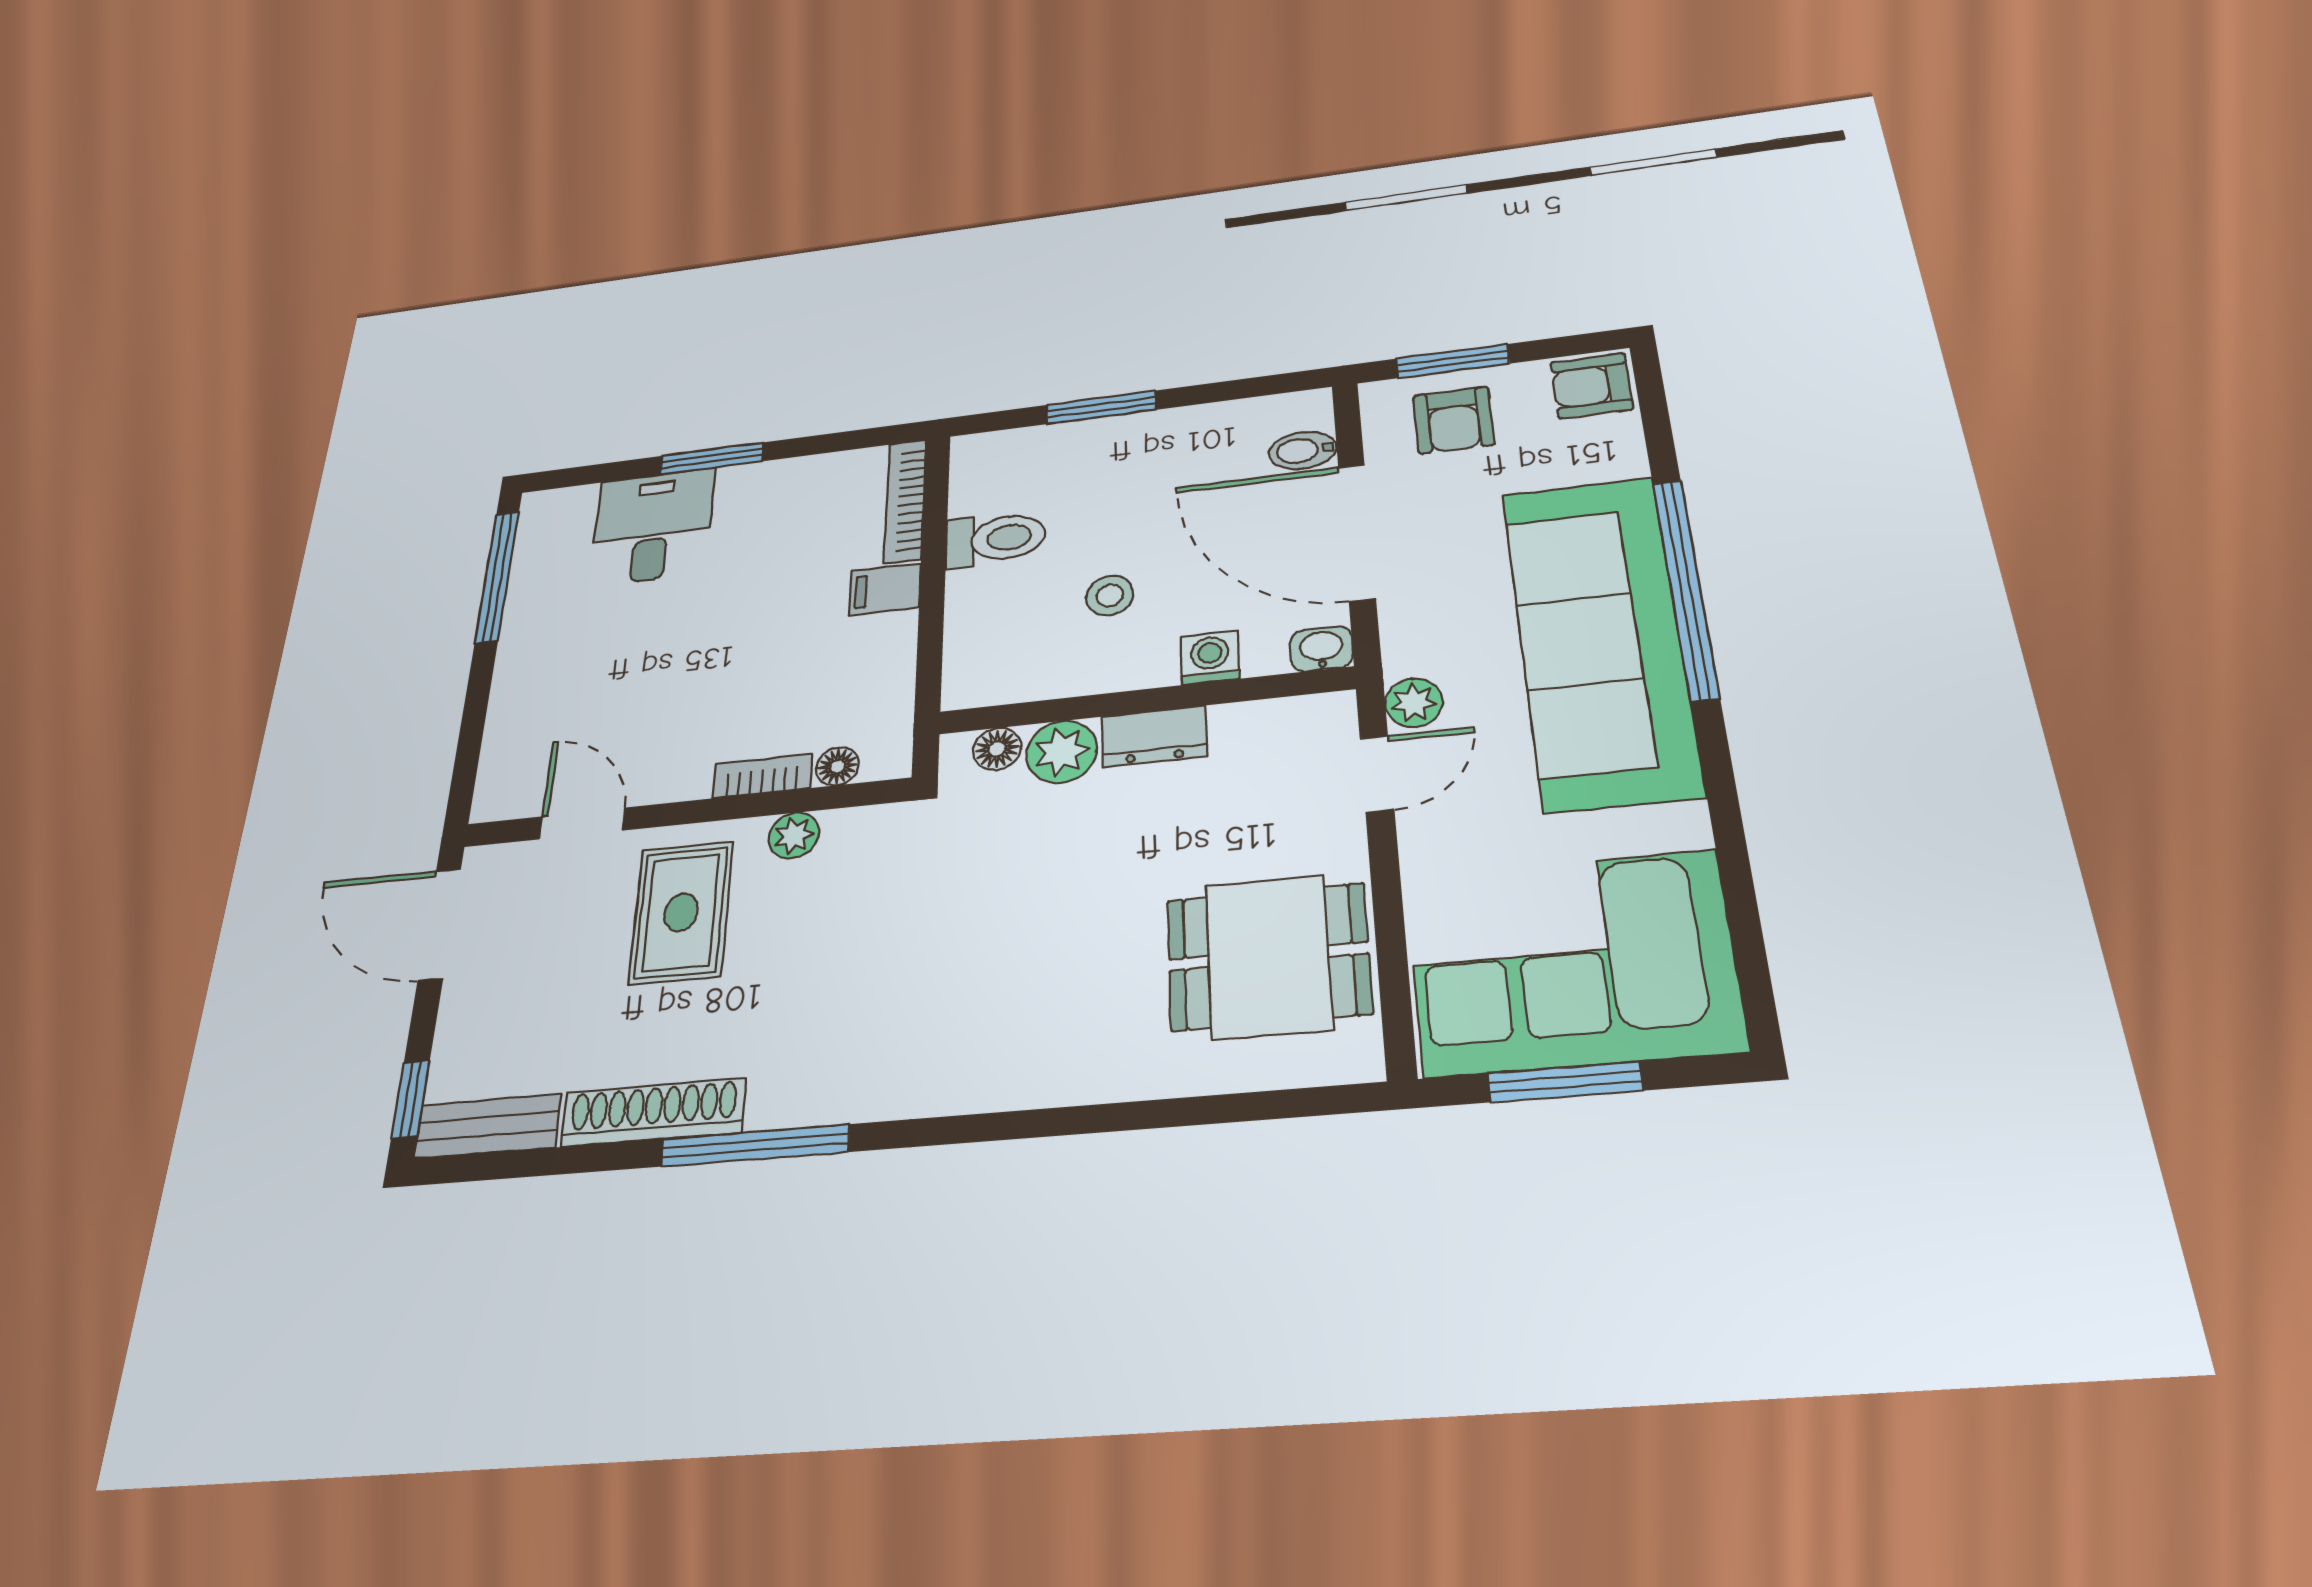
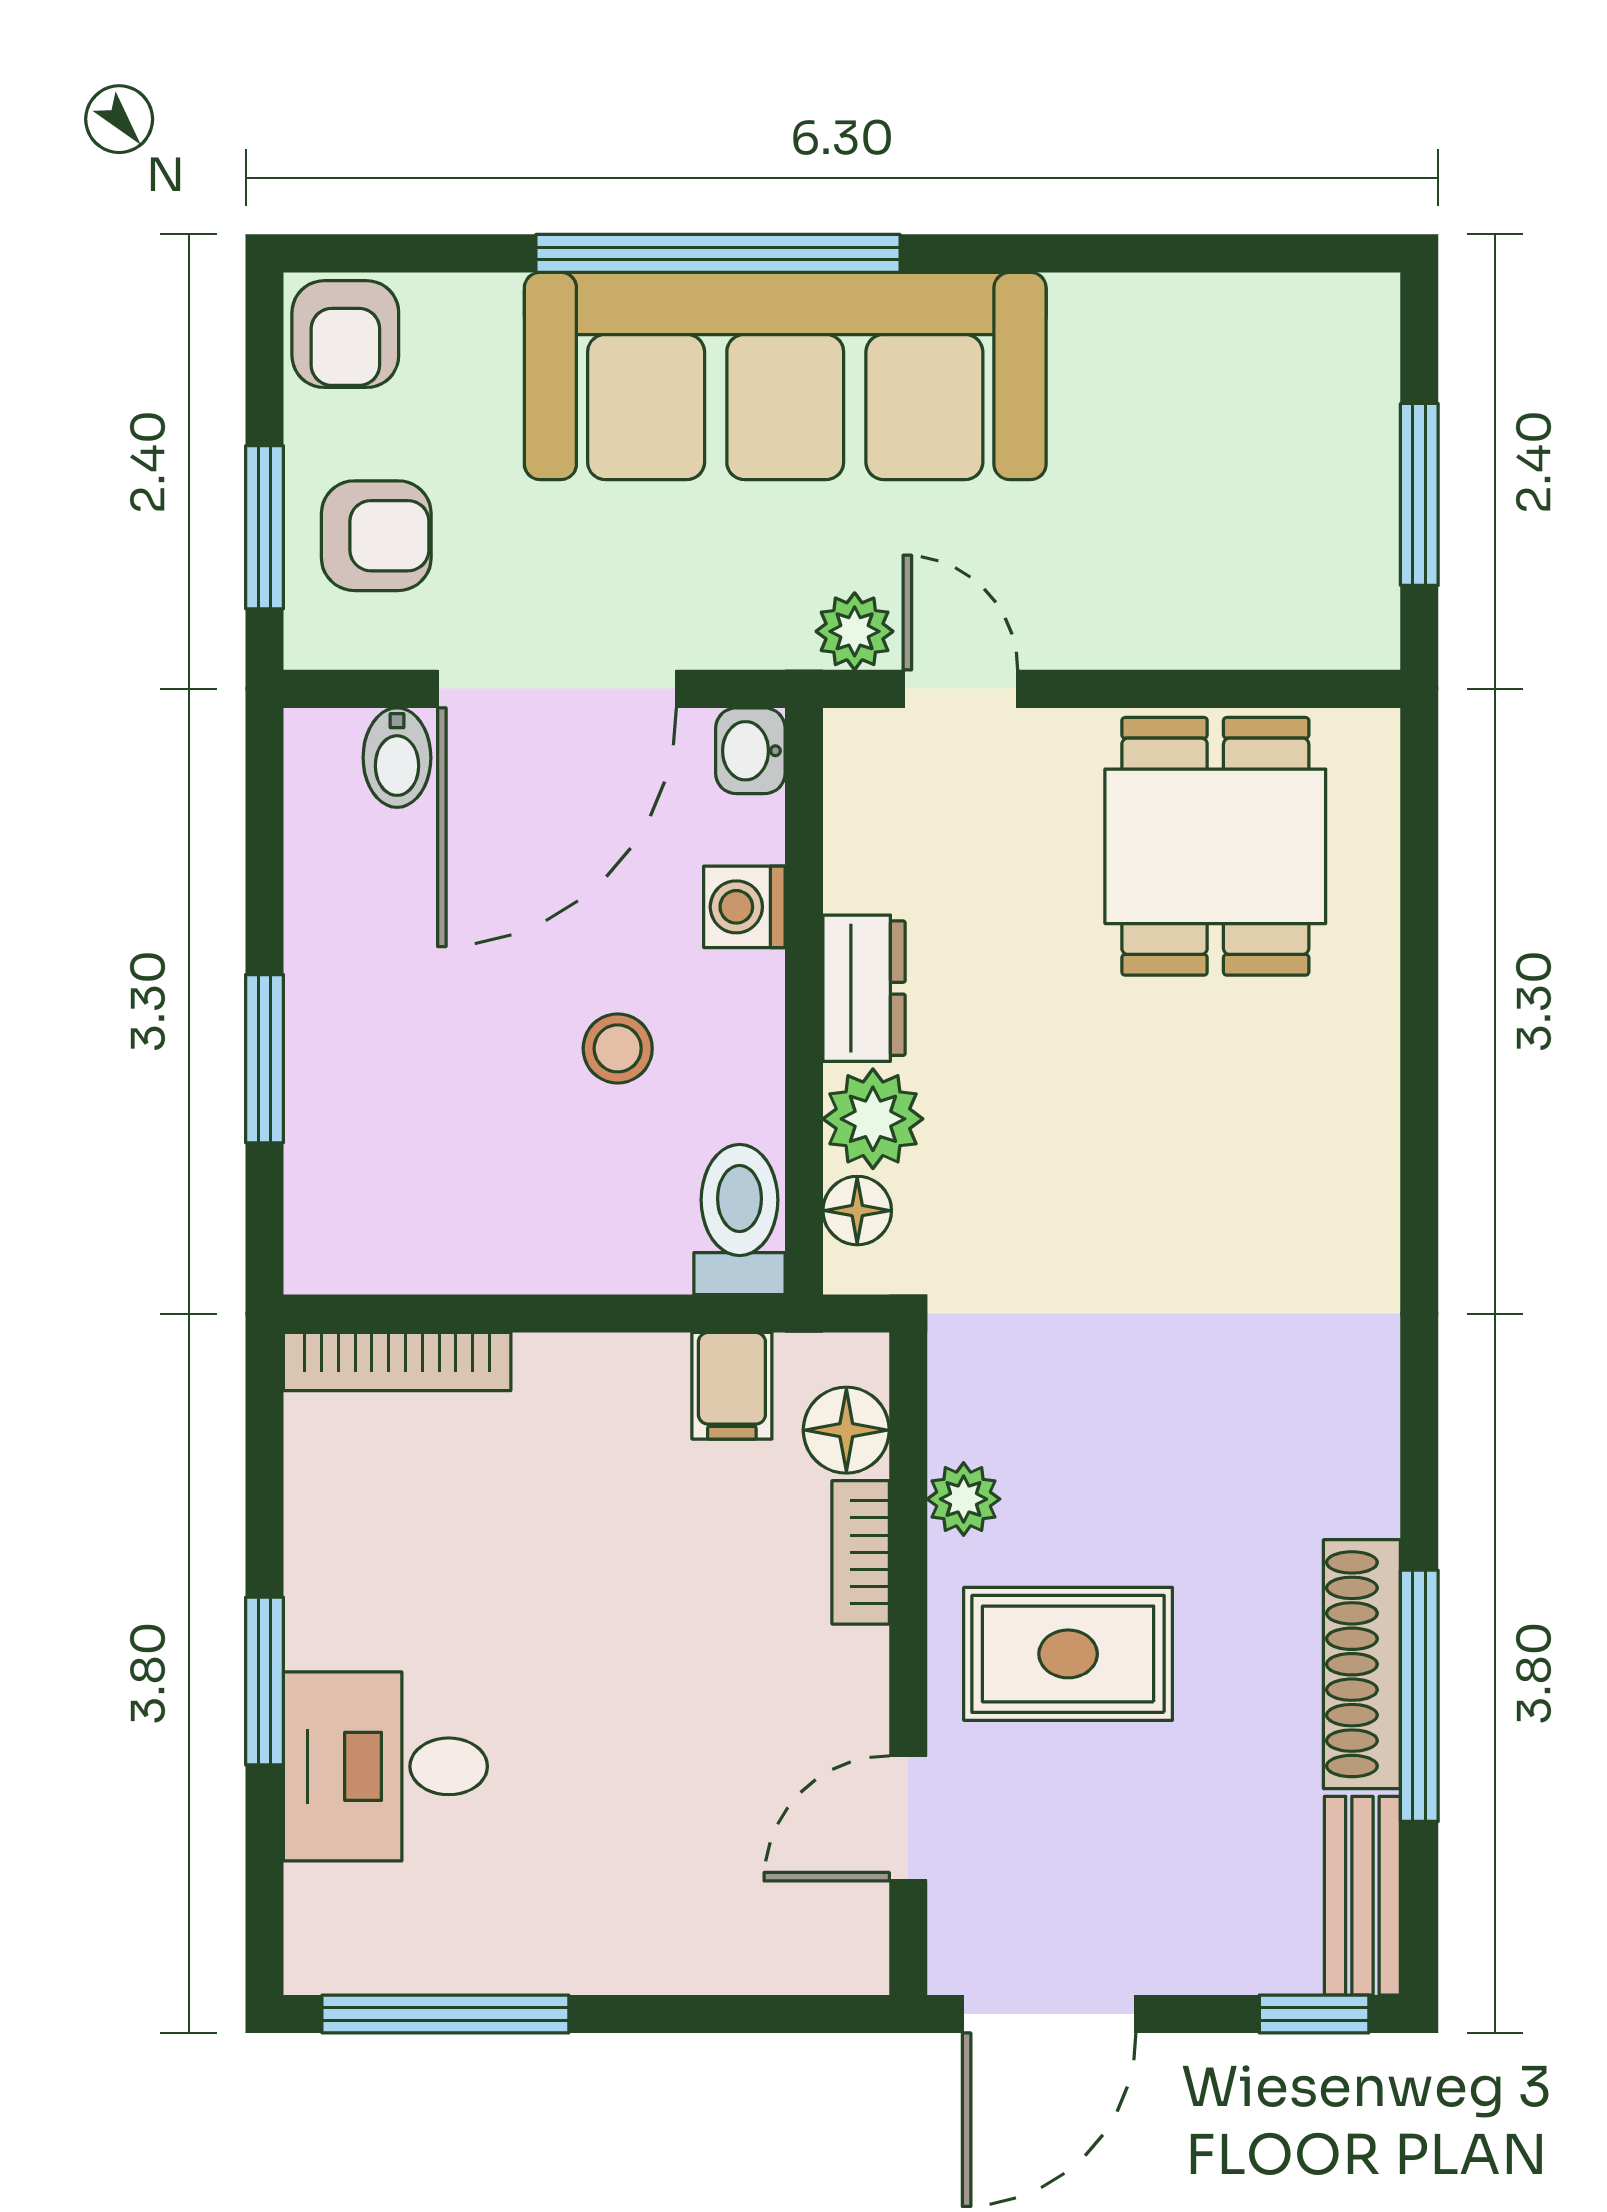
toilet: (996, 539) -> (740, 1220), moved
filing cabinet: (885, 589) -> (732, 1386), moved
floor lamp: (838, 766) -> (846, 1430), width x1.37, depth x1.37
corner sofa: (1572, 962) -> (1261, 468), removed
window: (755, 1145) -> (1419, 1696), moved

